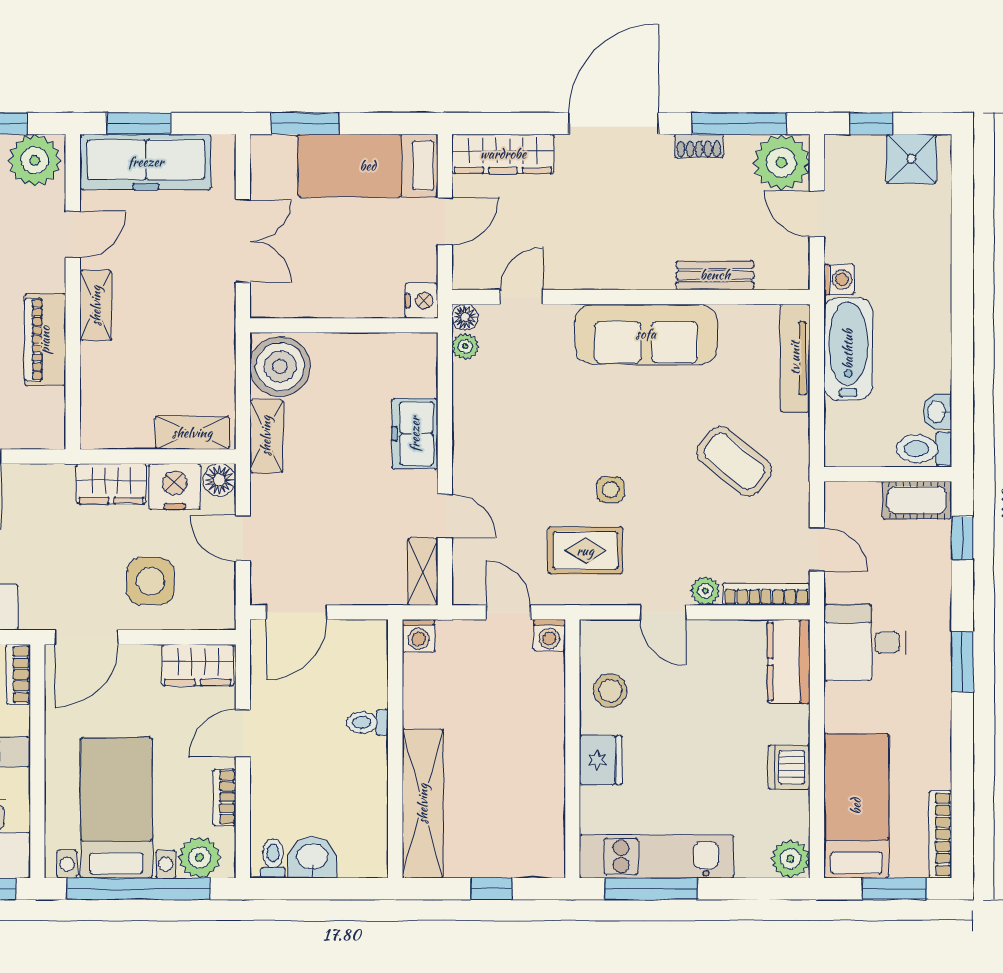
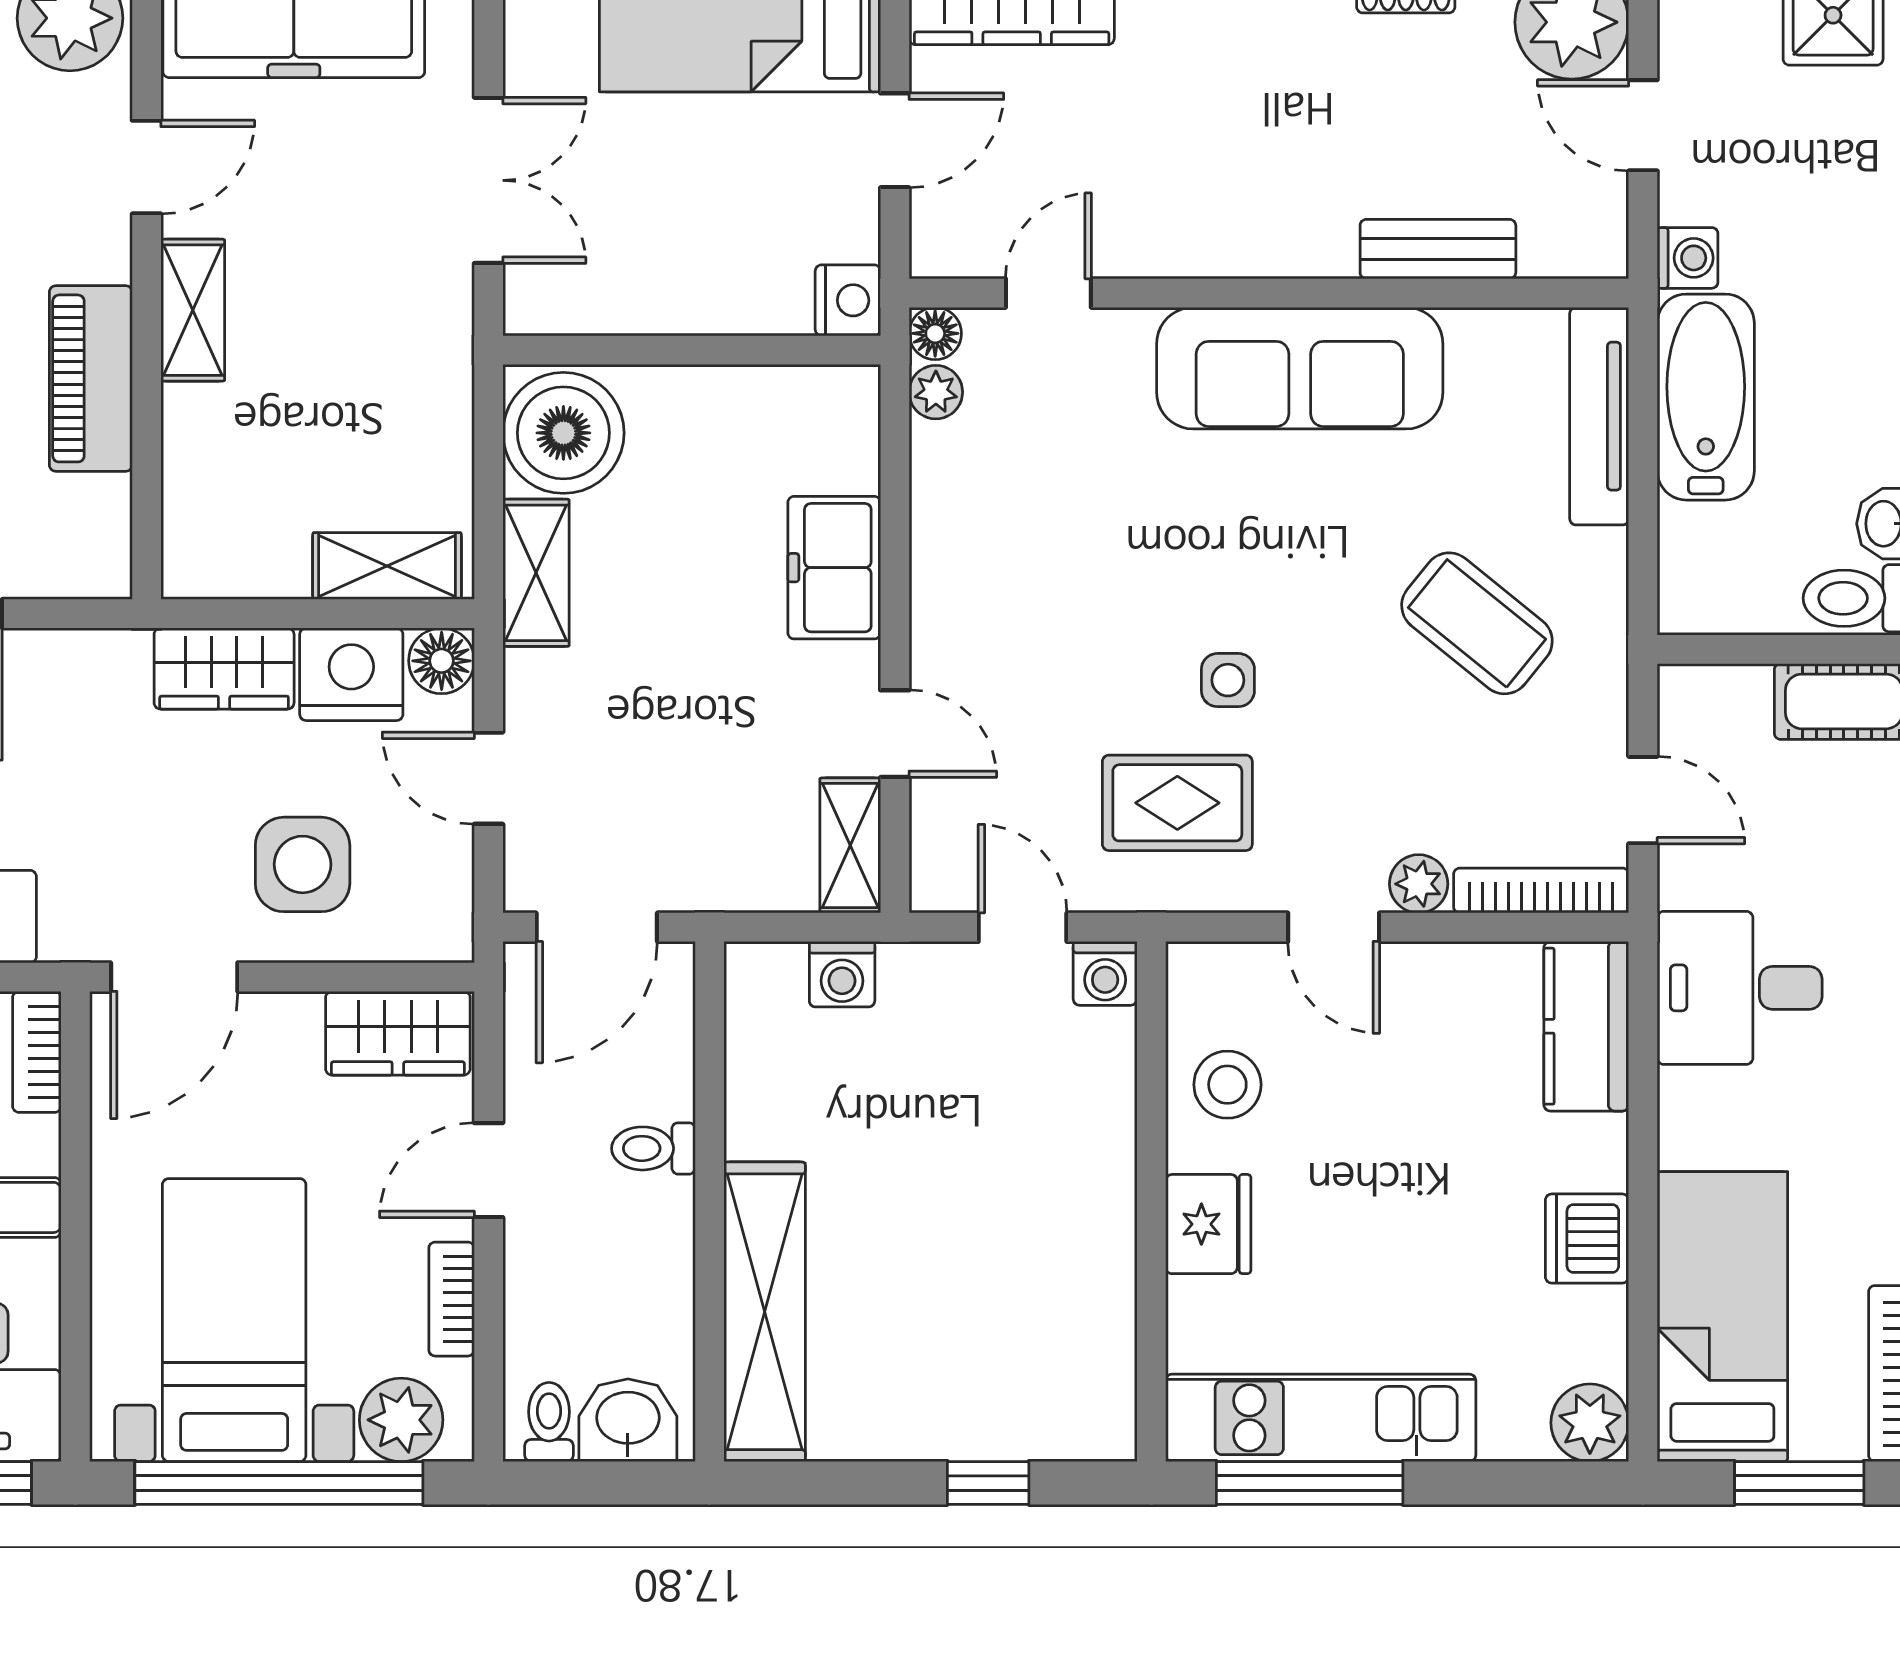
toilet: (367, 722) -> (653, 1148), moved
wall: (395, 749) -> (710, 1202), moved
shelving: (423, 804) -> (765, 1312), moved

